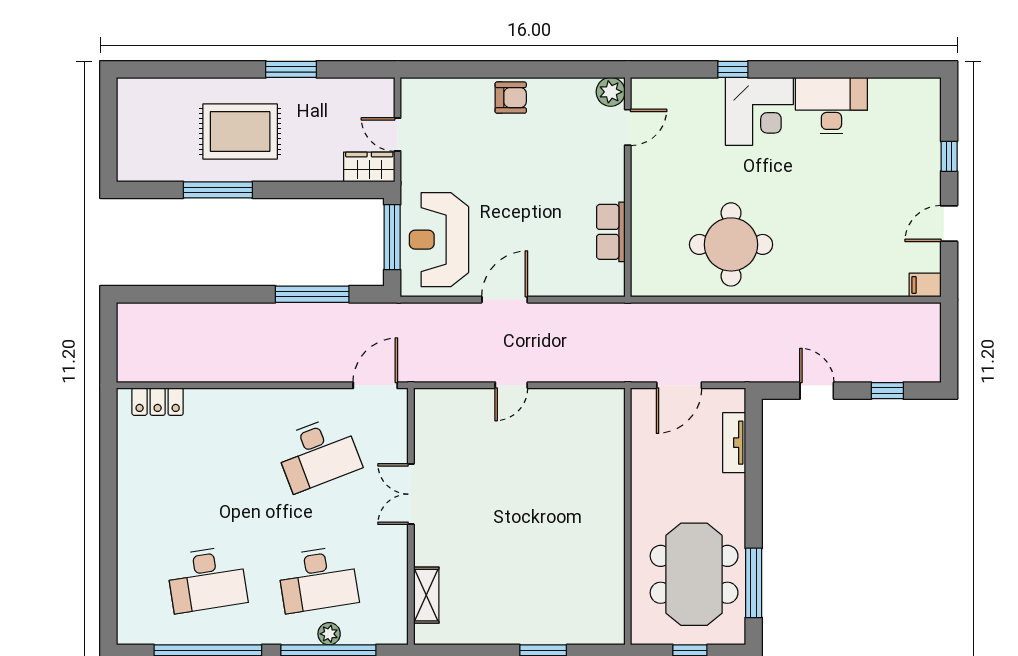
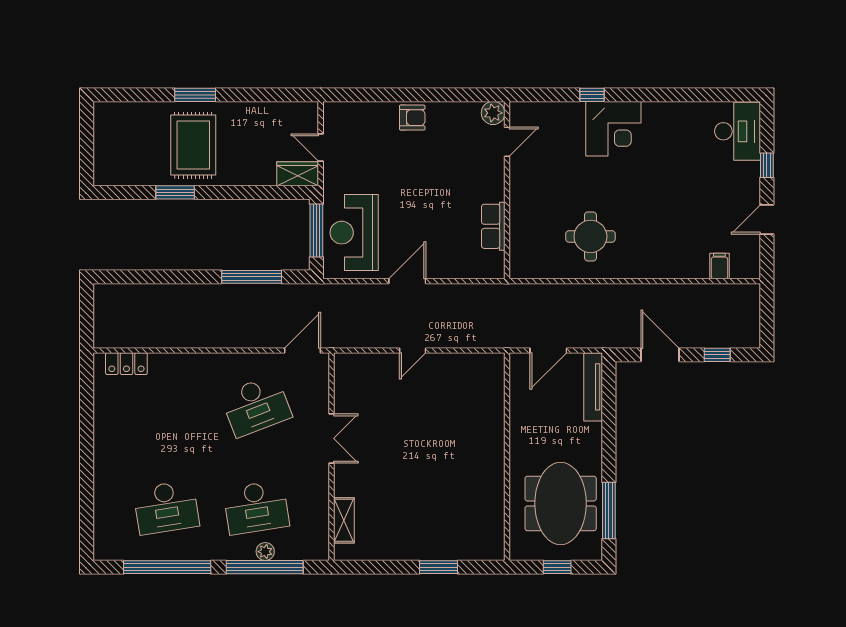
window: (291, 69) -> (195, 95), moved
desk: (831, 106) -> (738, 131), moved, turned 90
rug: (240, 131) -> (193, 145), turned 90
window: (218, 190) -> (175, 192), width x0.69
round table: (731, 244) -> (590, 236), width x0.73, depth x0.73
filing cabinet: (925, 285) -> (719, 266), moved, turned 90
door: (817, 391) -> (660, 355), width x1.37
tv unit: (734, 443) -> (593, 387), width x1.41
double door: (411, 494) -> (331, 438), swing flipped

